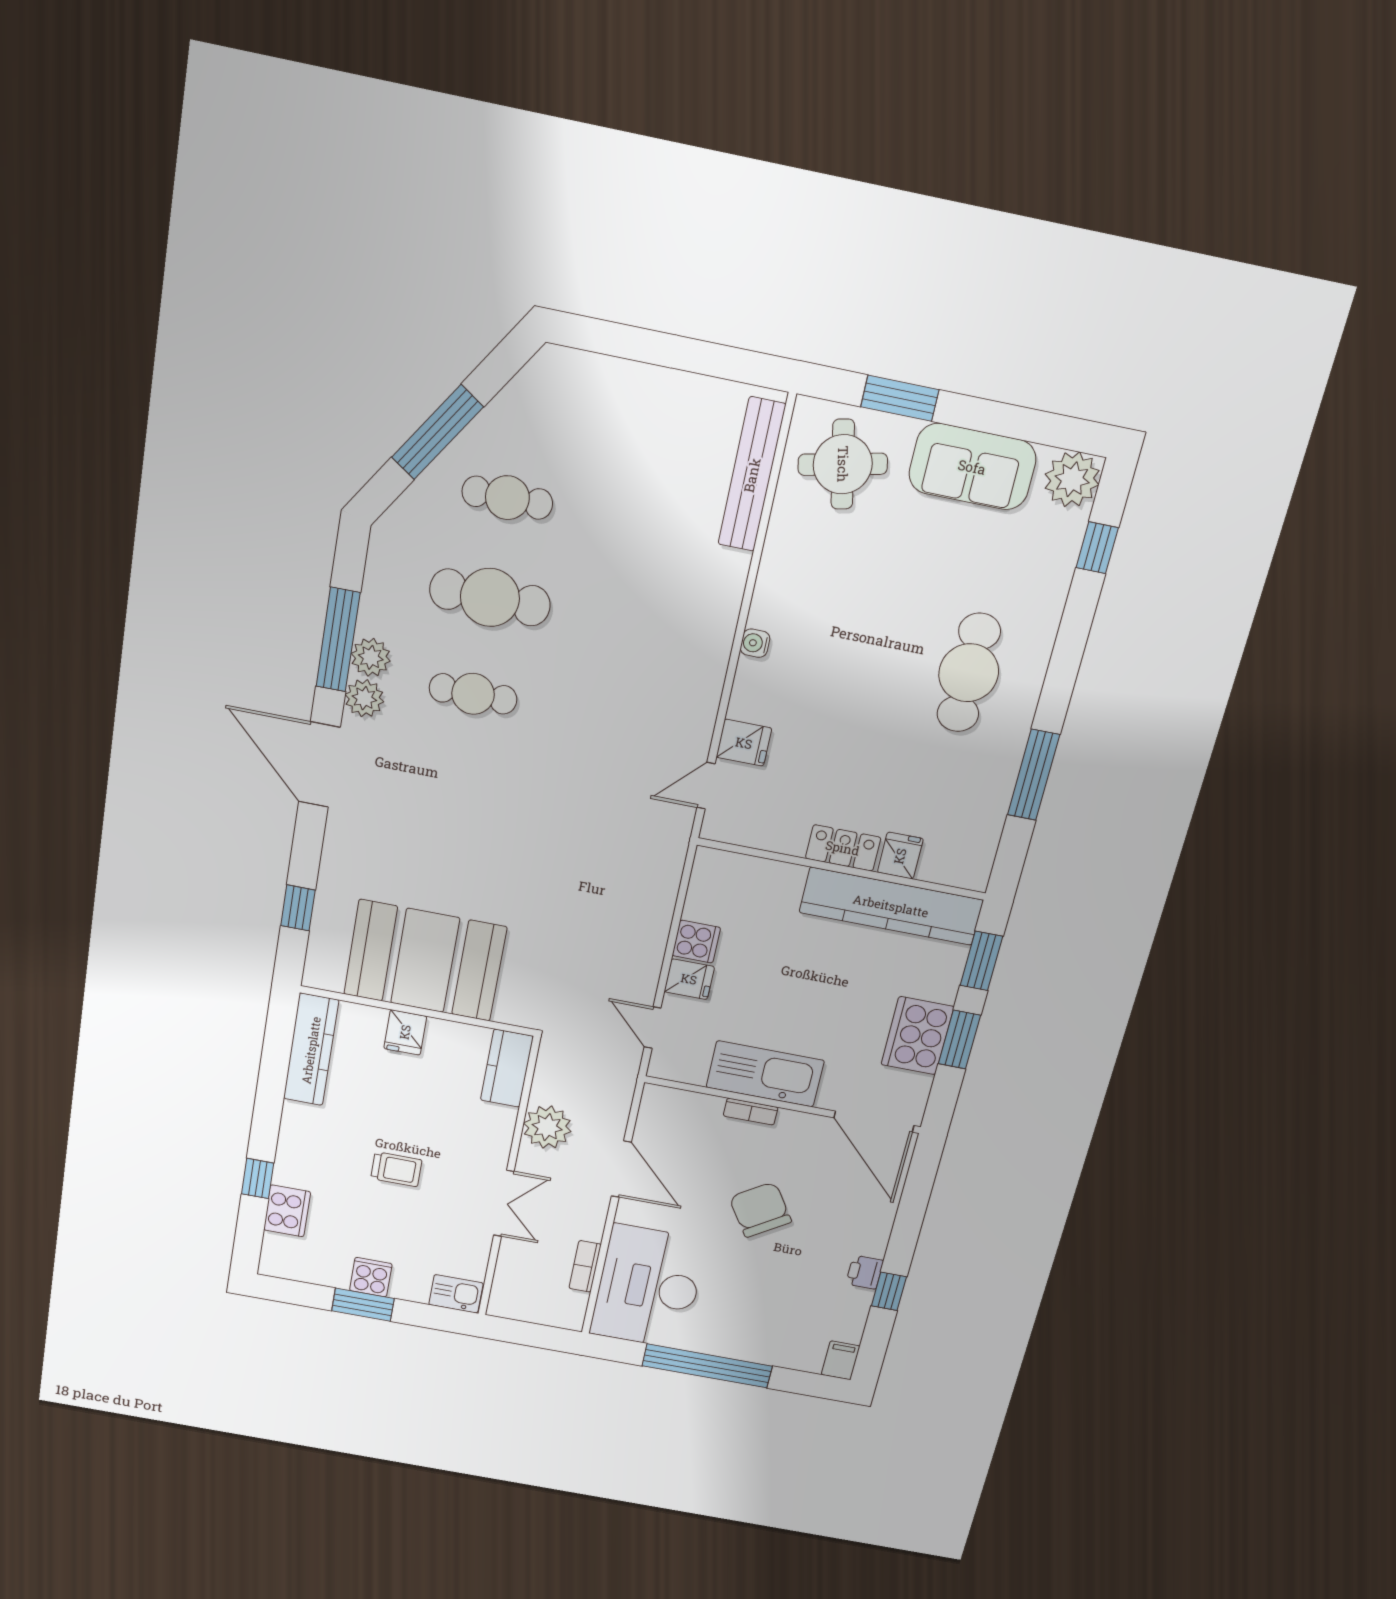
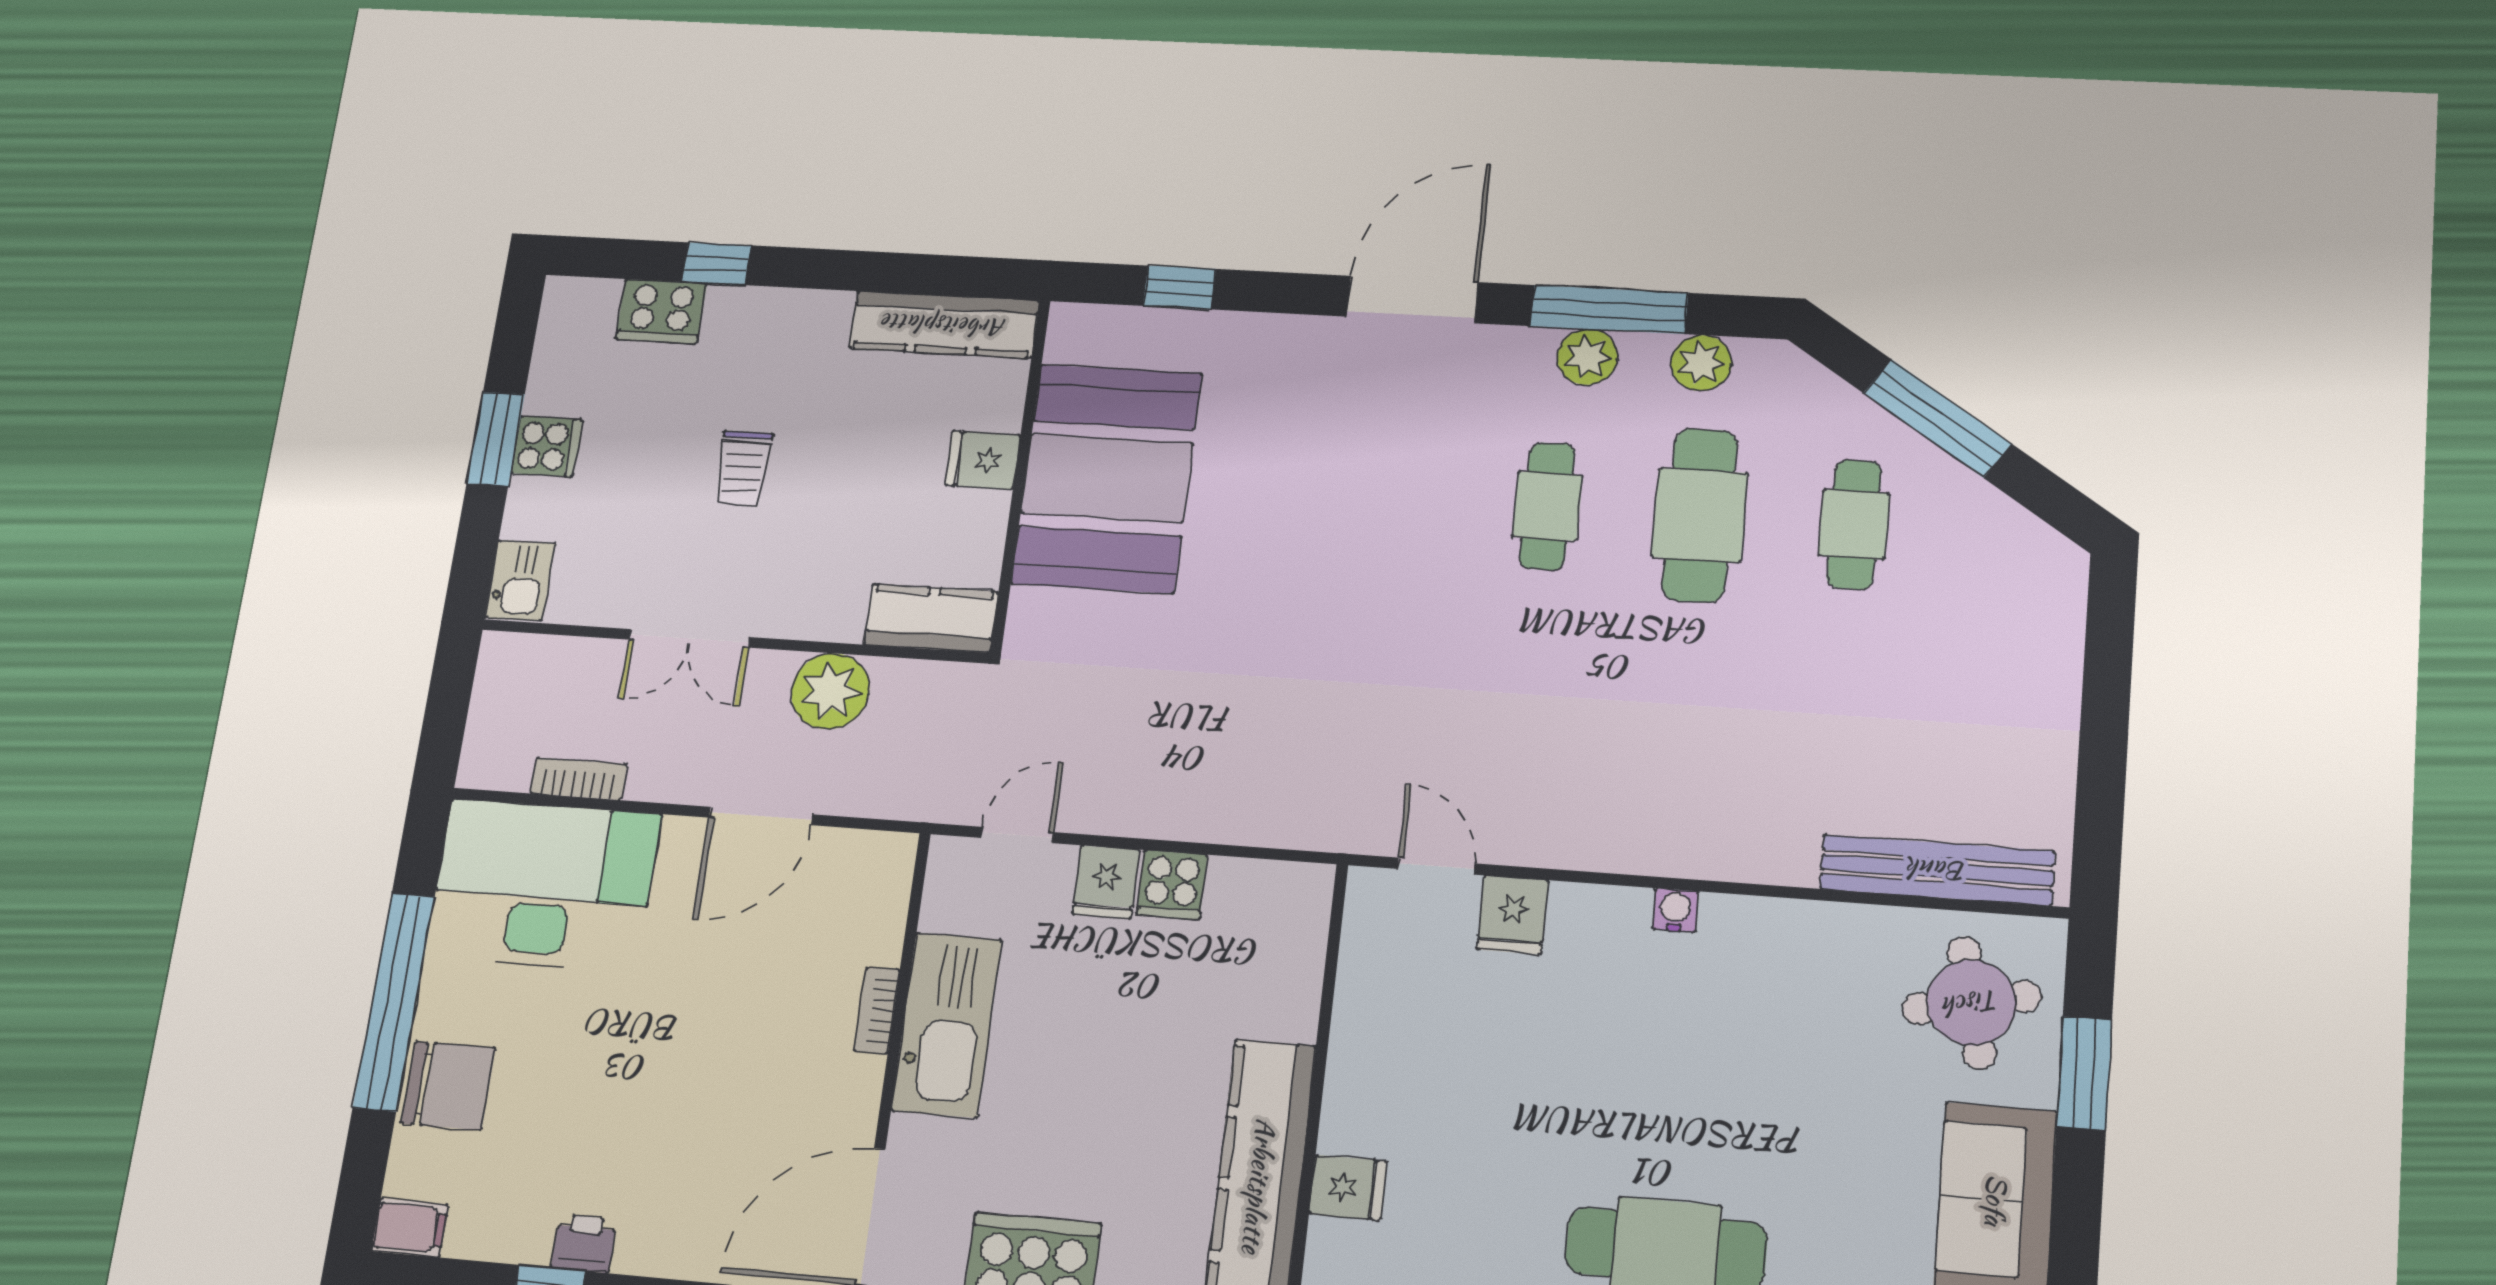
plant: (364, 698) -> (1701, 363), moved
locker: (843, 848) -> (1353, 1094), removed
chair: (760, 1210) -> (448, 1086), moved, turned 33

